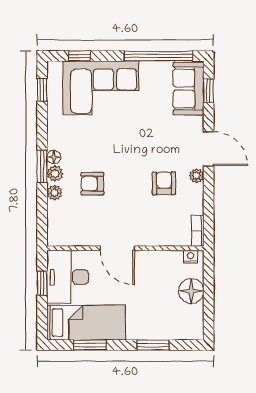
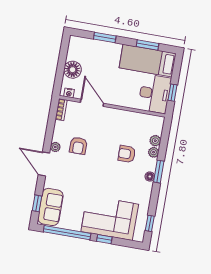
window: (79, 56) -> (104, 239), moved
plant: (55, 174) -> (155, 141), moved
armchair: (92, 184) -> (127, 154), turned 180
door: (117, 248) -> (92, 103), moved

